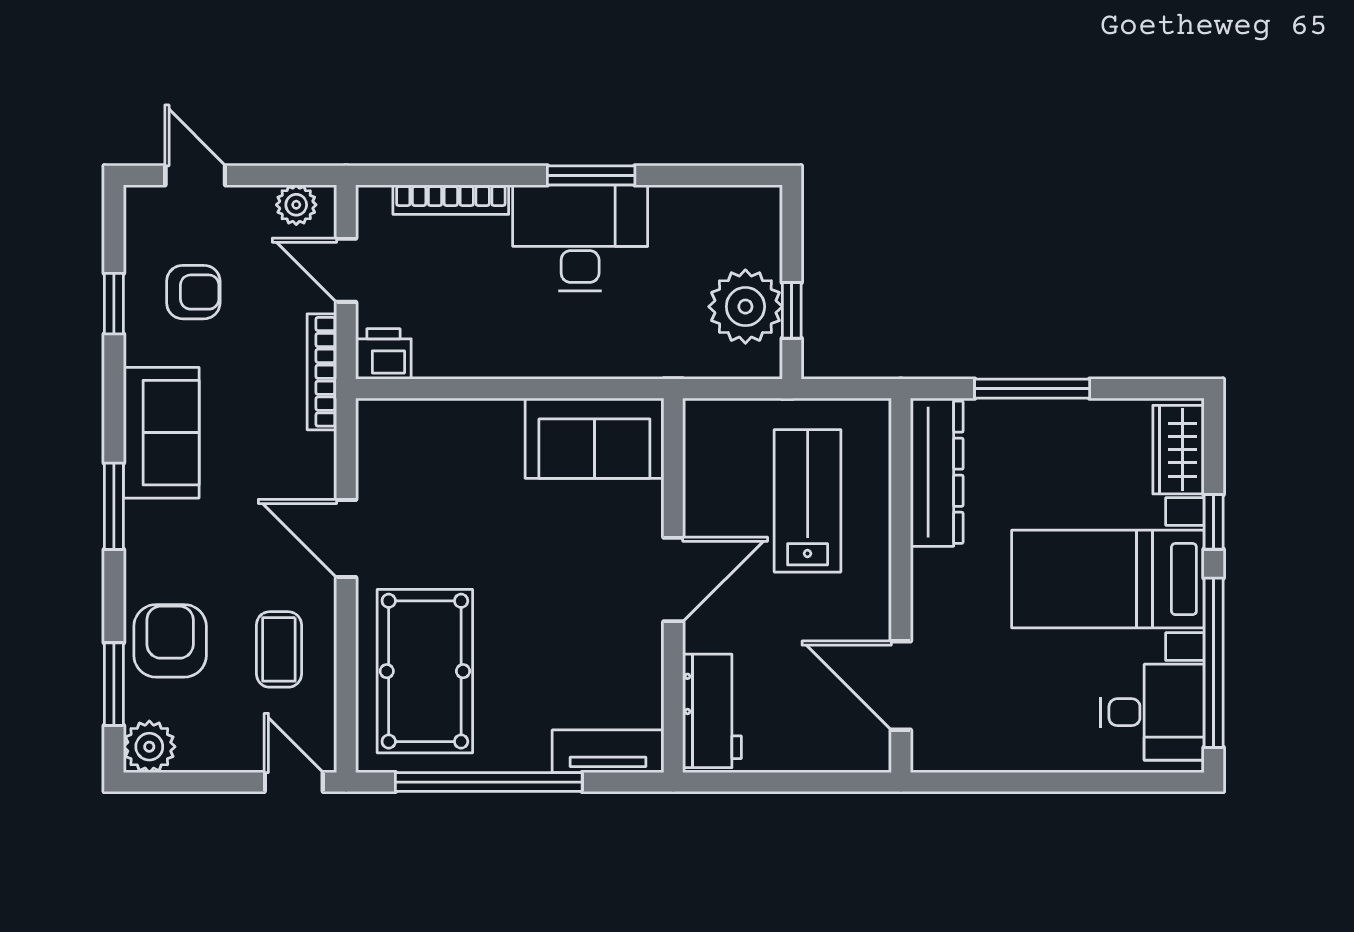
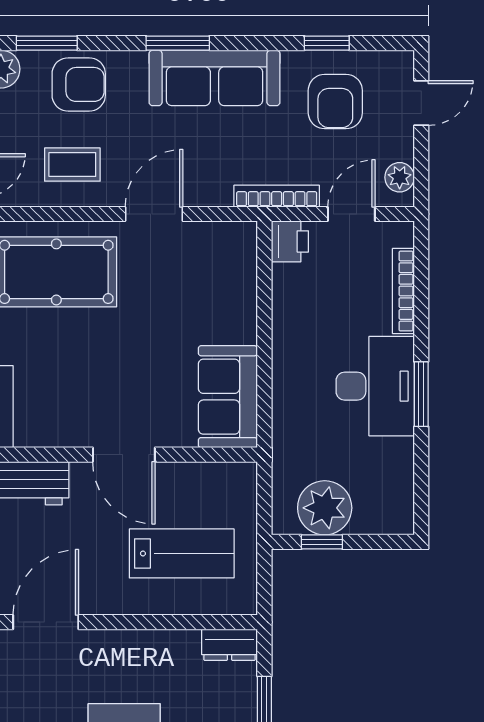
armchair: (193, 292) -> (335, 102), width x1.38, depth x1.38
sofa: (161, 433) -> (215, 78), width x1.36
dresser: (937, 472) -> (230, 645), width x0.51, depth x0.80

